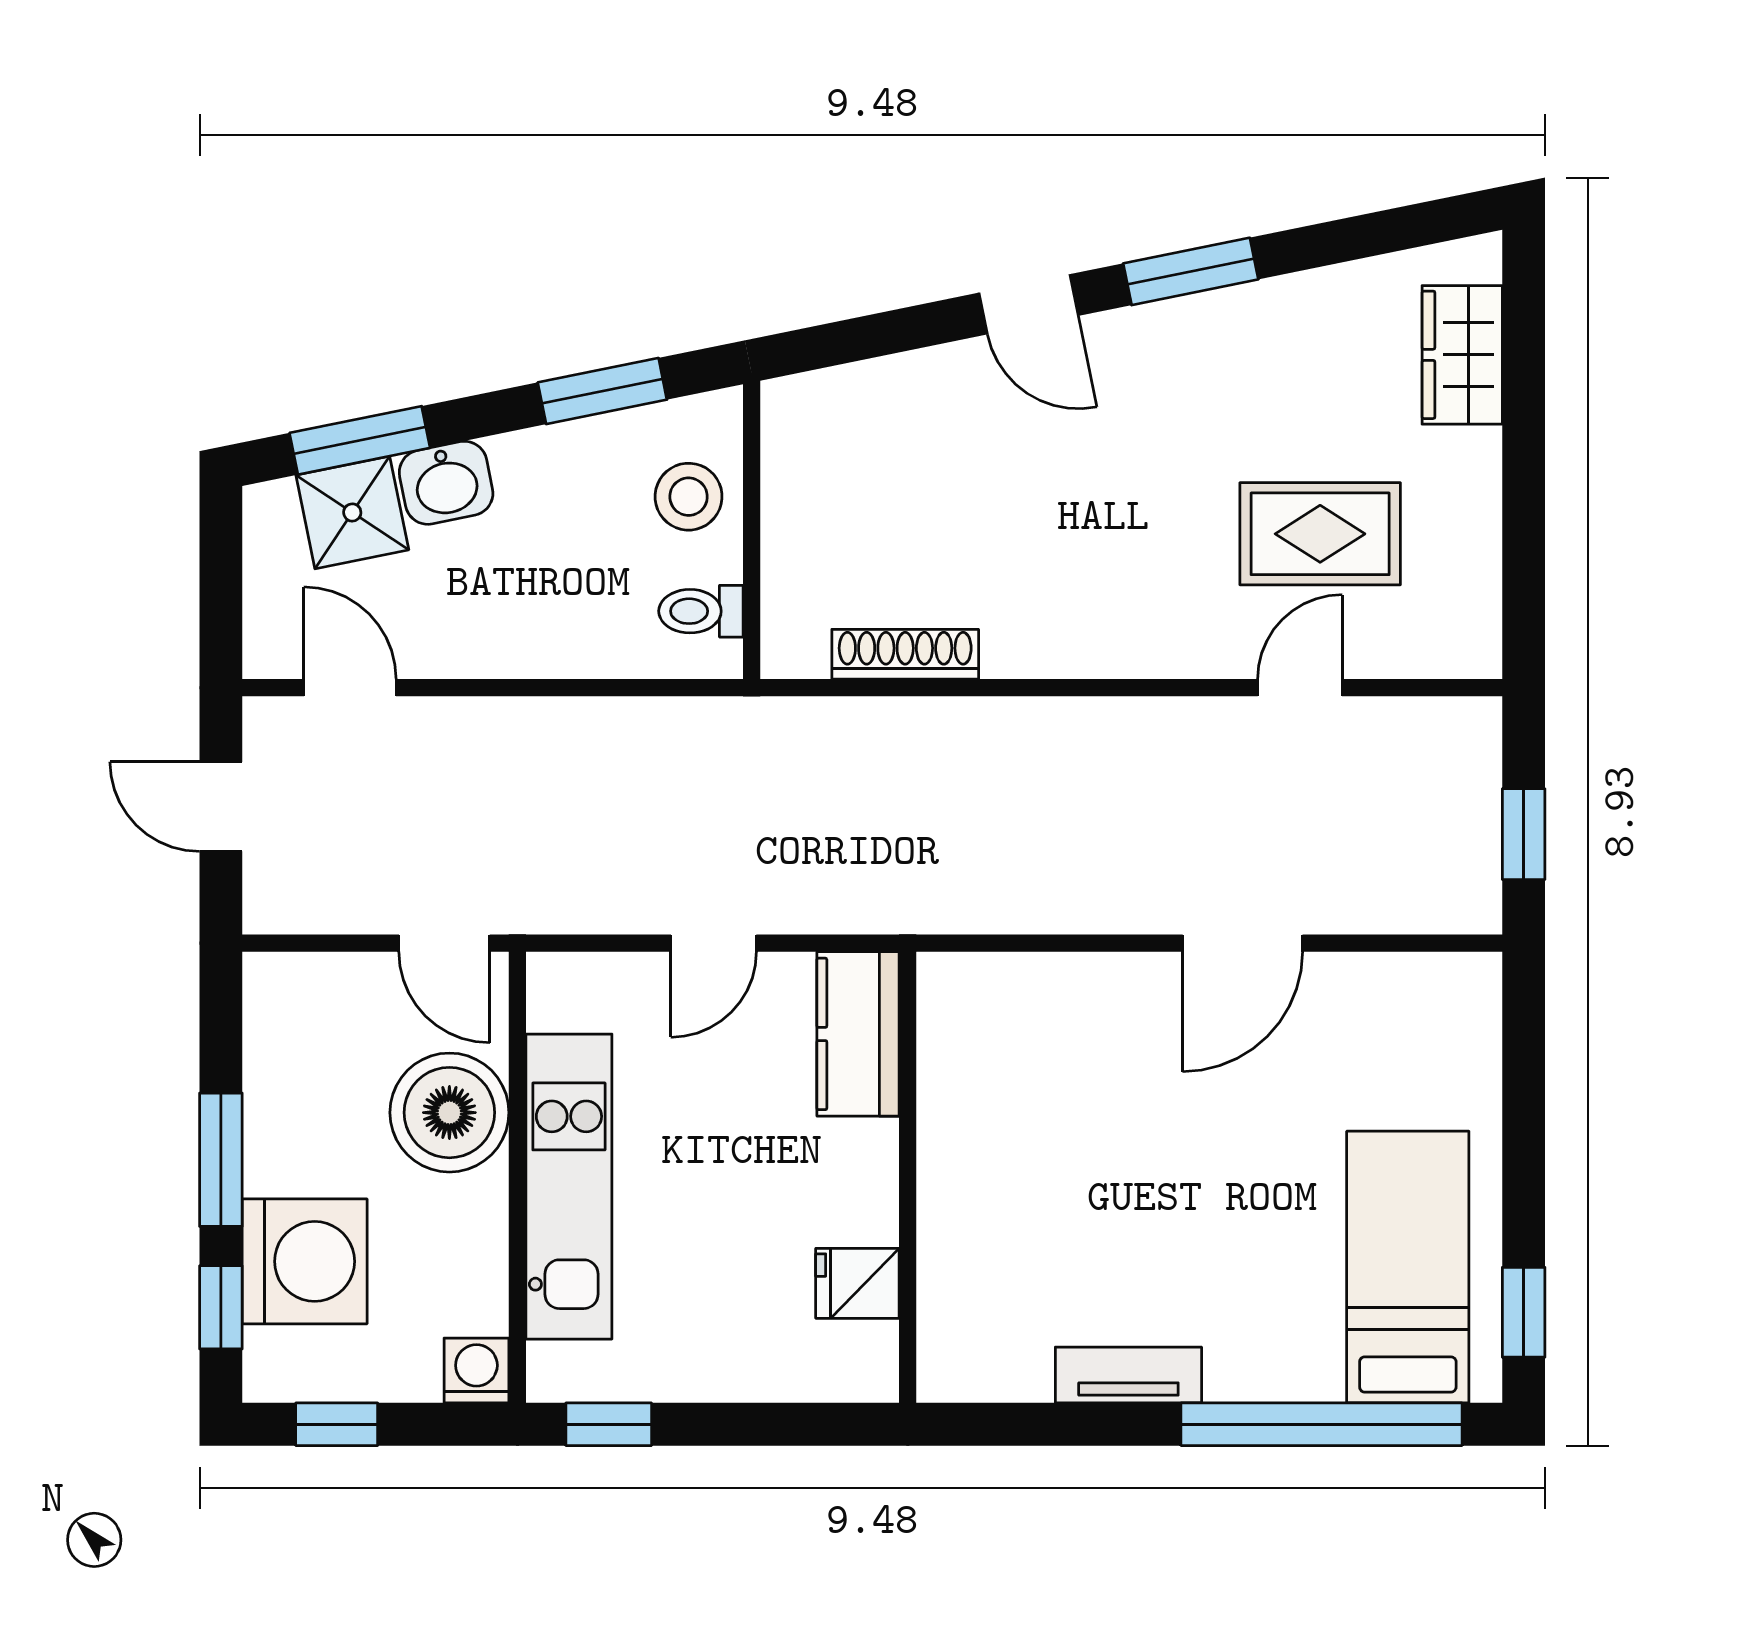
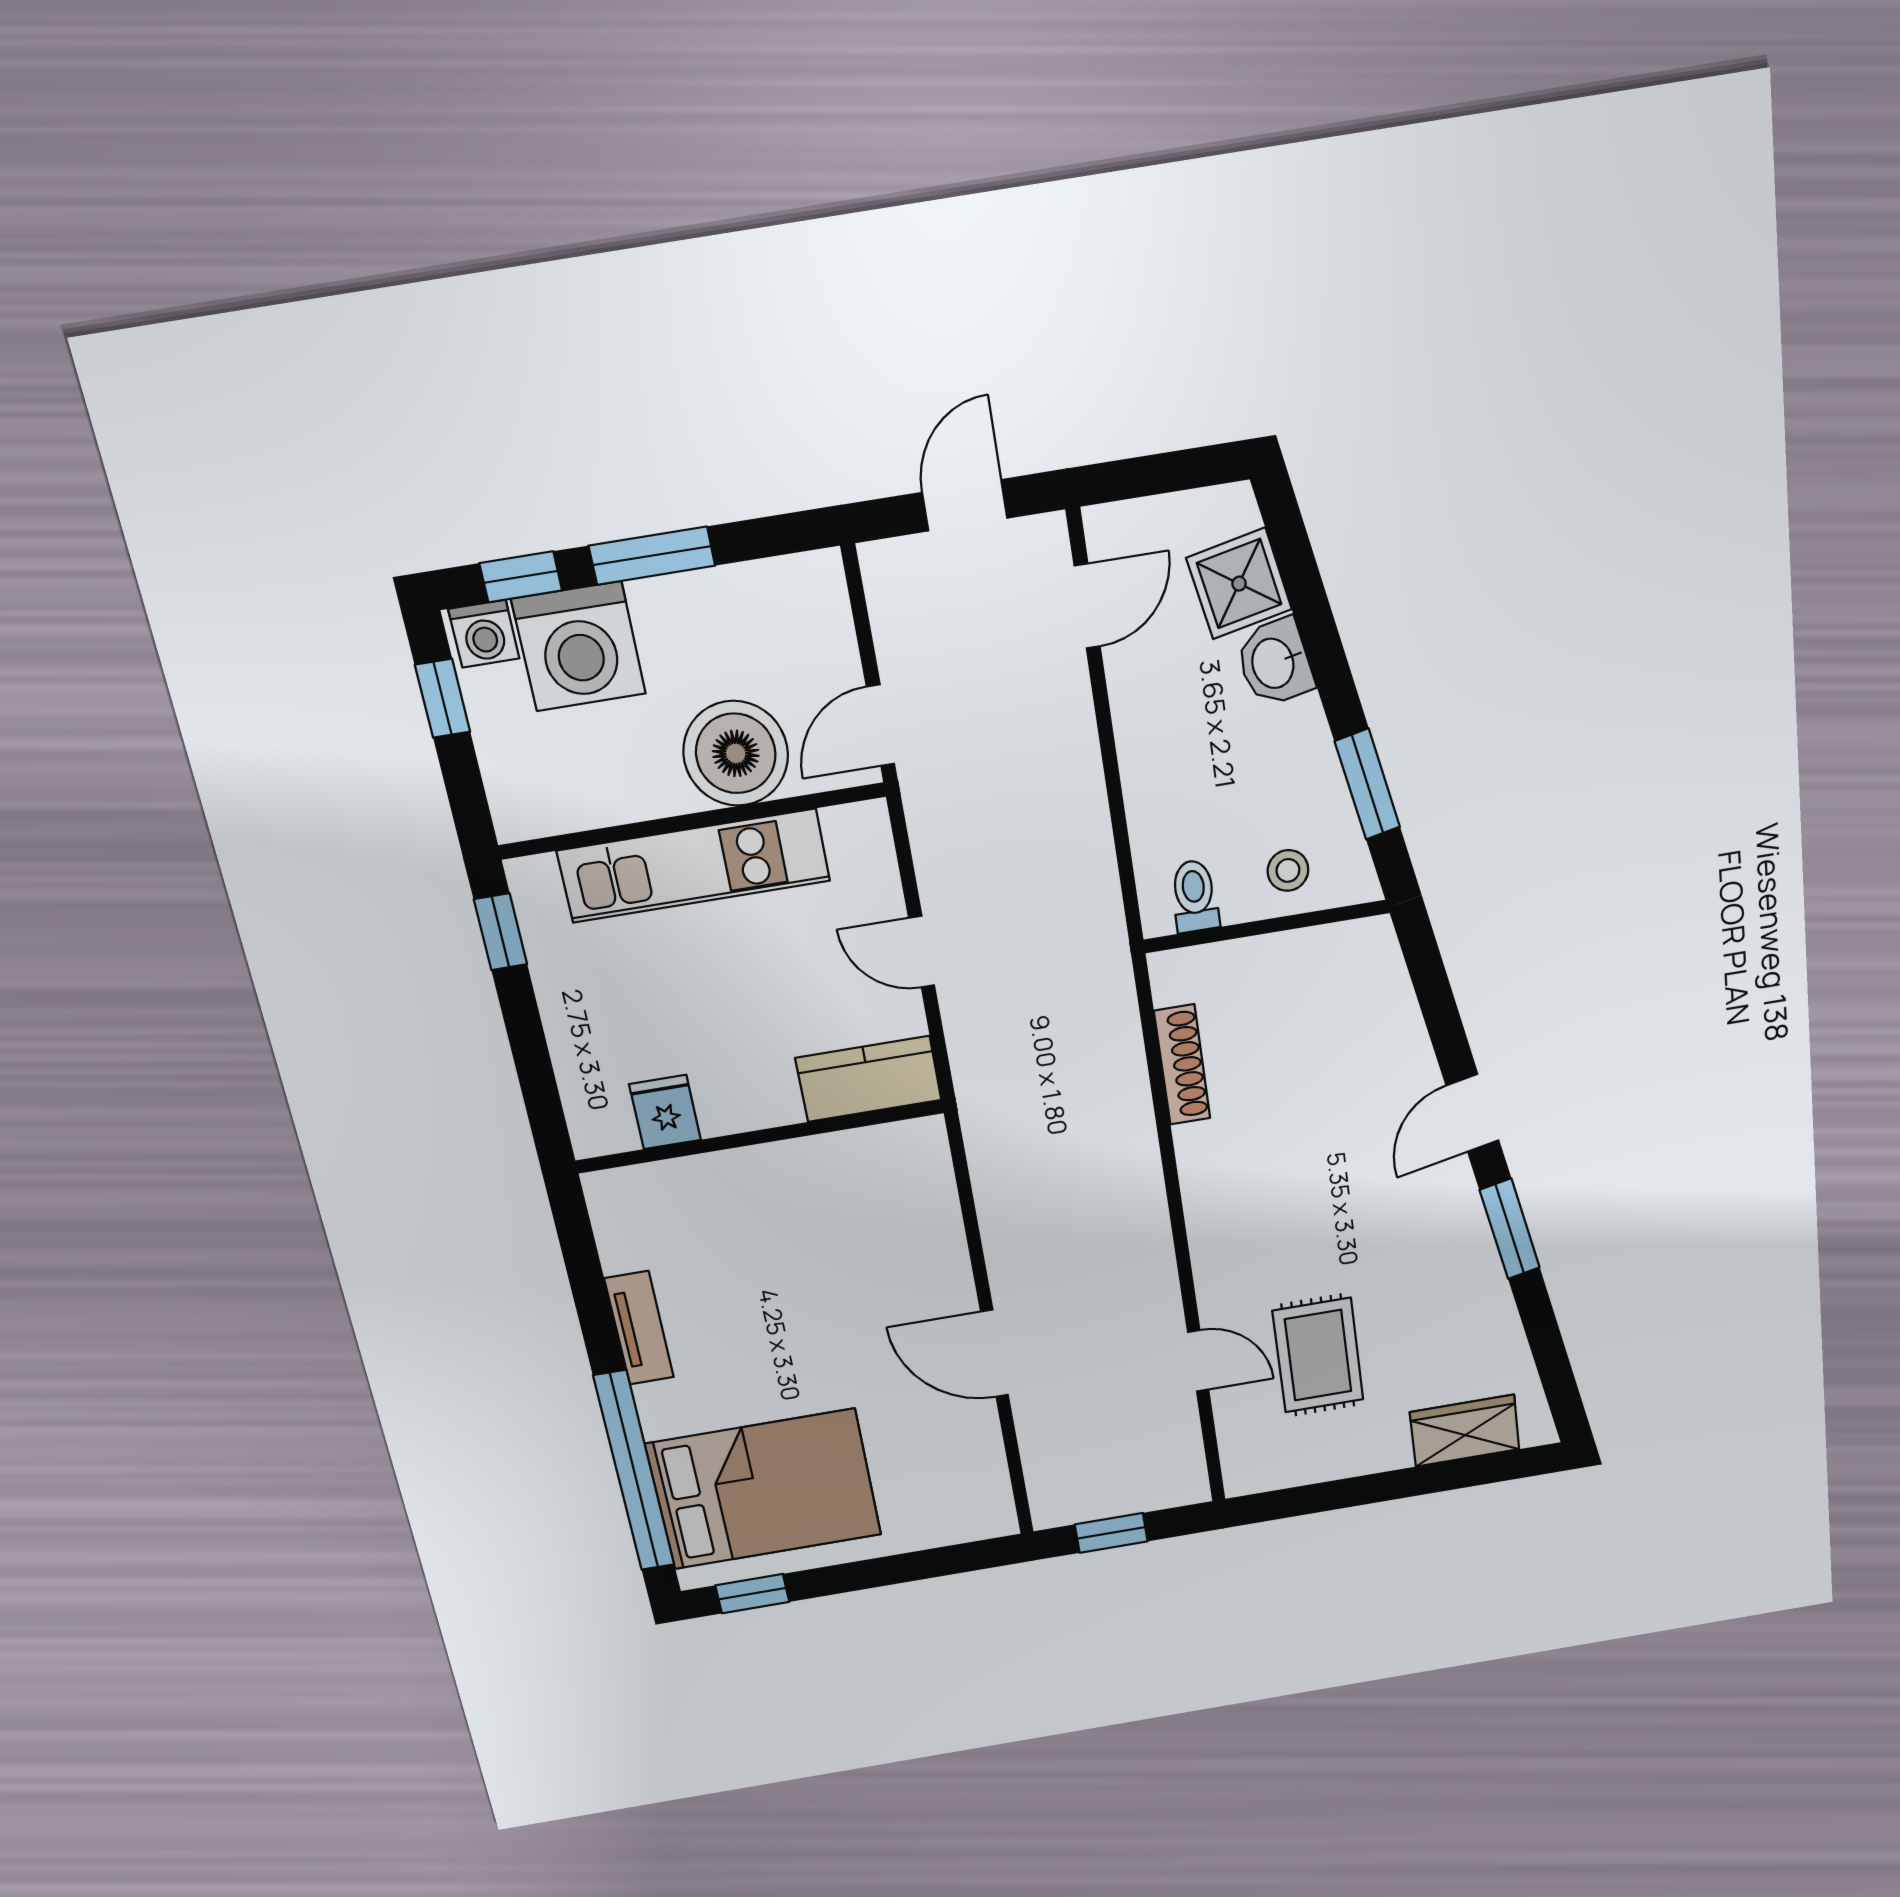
window: (360, 440) -> (1302, 580), removed
stool: (689, 497) -> (1288, 870), width x0.73, depth x0.73
bed: (1408, 1267) -> (764, 1489), width x1.50
washing machine: (476, 1370) -> (484, 634), moved, turned 90

